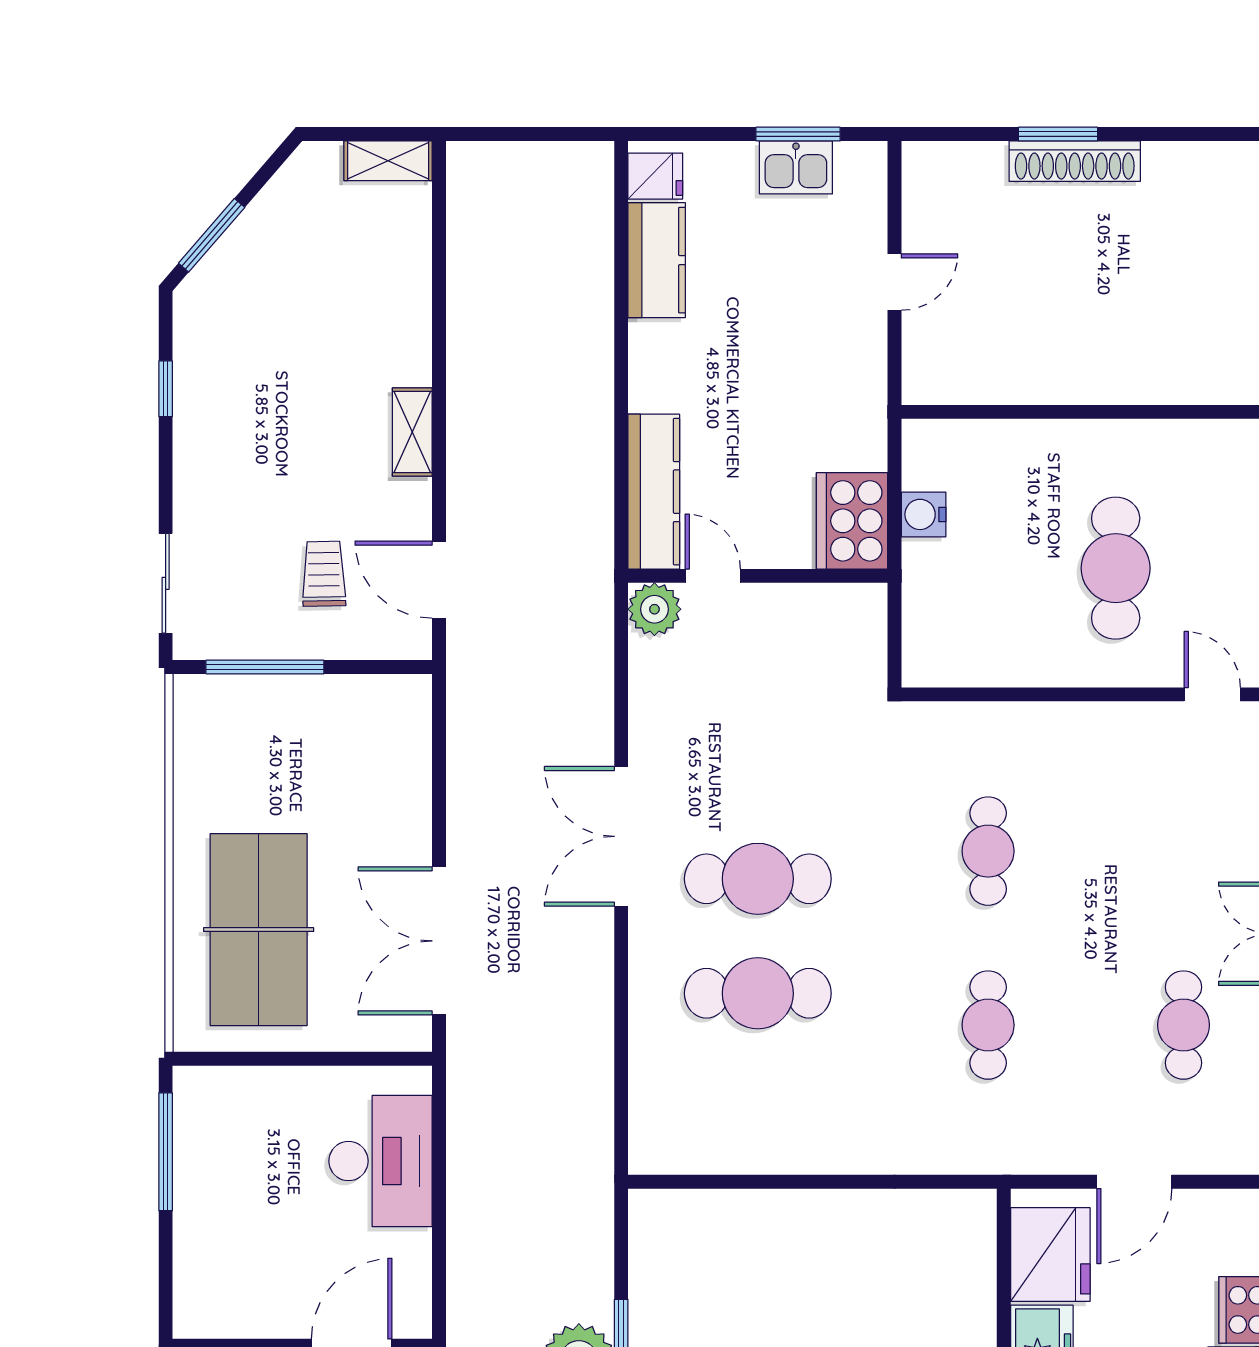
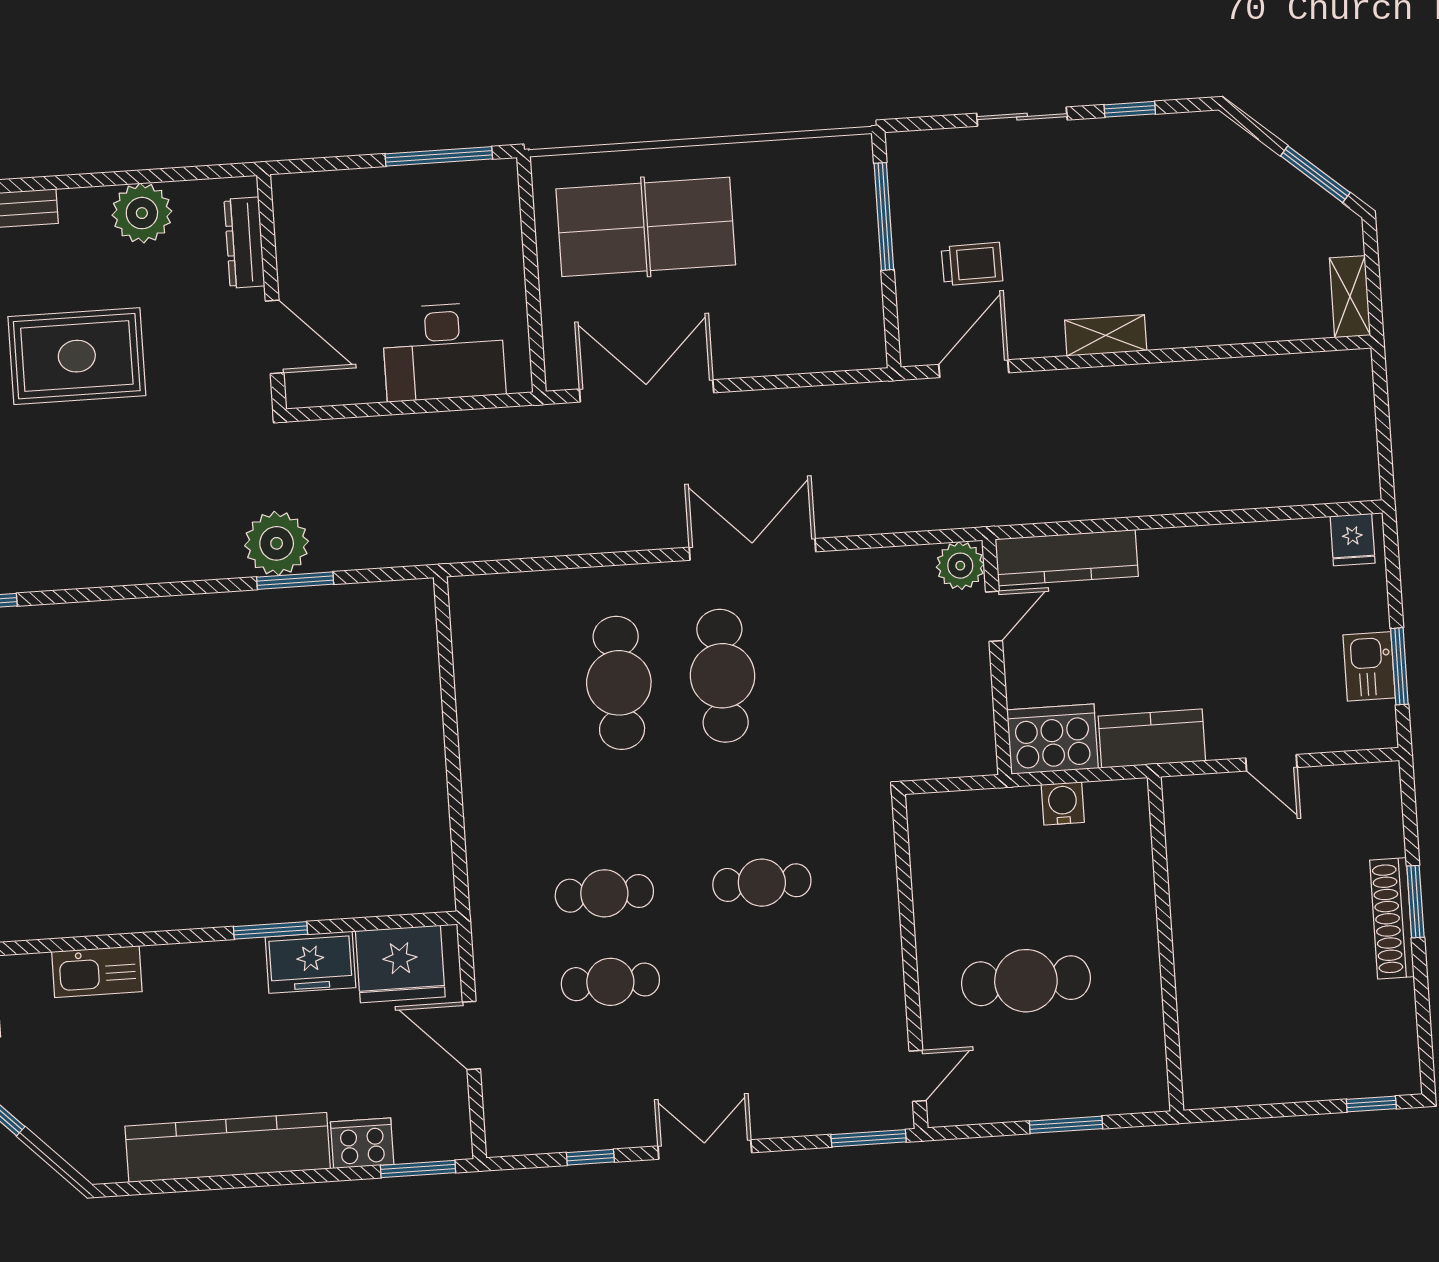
window: (212, 235) -> (1315, 174), moved
kitchen counter: (657, 260) -> (1152, 738), moved, turned 180
sliding door: (166, 583) -> (1022, 117), moved
cafe table: (1183, 1025) -> (610, 982), moved

